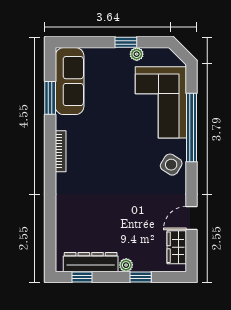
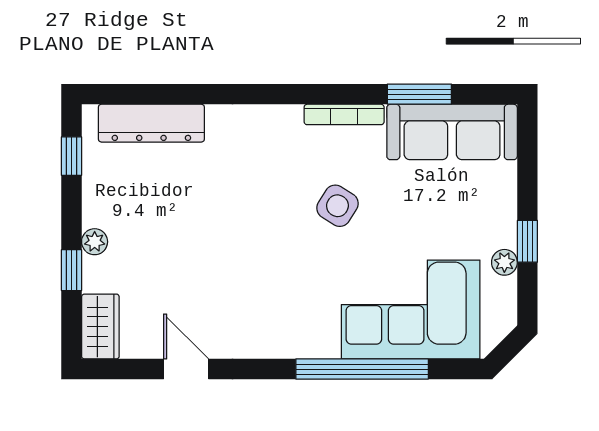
bookcase: (61, 151) -> (344, 114), moved
side table: (171, 165) -> (337, 206), moved
wardrobe: (177, 247) -> (100, 327), moved, turned 90
dresser: (91, 262) -> (151, 123), moved, turned 90

